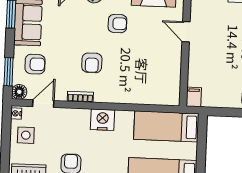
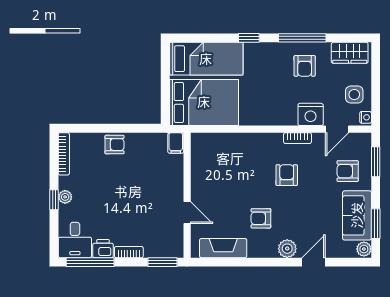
floor lamp: (19, 92) -> (363, 141), removed
nightstand: (103, 120) -> (311, 114), moved
bed: (166, 126) -> (204, 102), width x1.50

